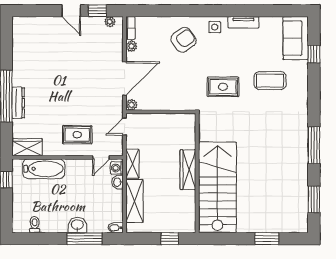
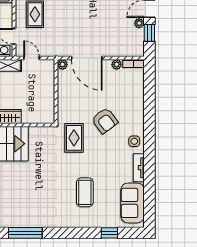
plant: (110, 22) -> (139, 23), moved
sofa: (296, 38) -> (133, 203), moved, turned -90
armchair: (183, 40) -> (105, 121), moved
rug: (223, 87) -> (74, 138), moved
door: (125, 127) -> (31, 58), moved

